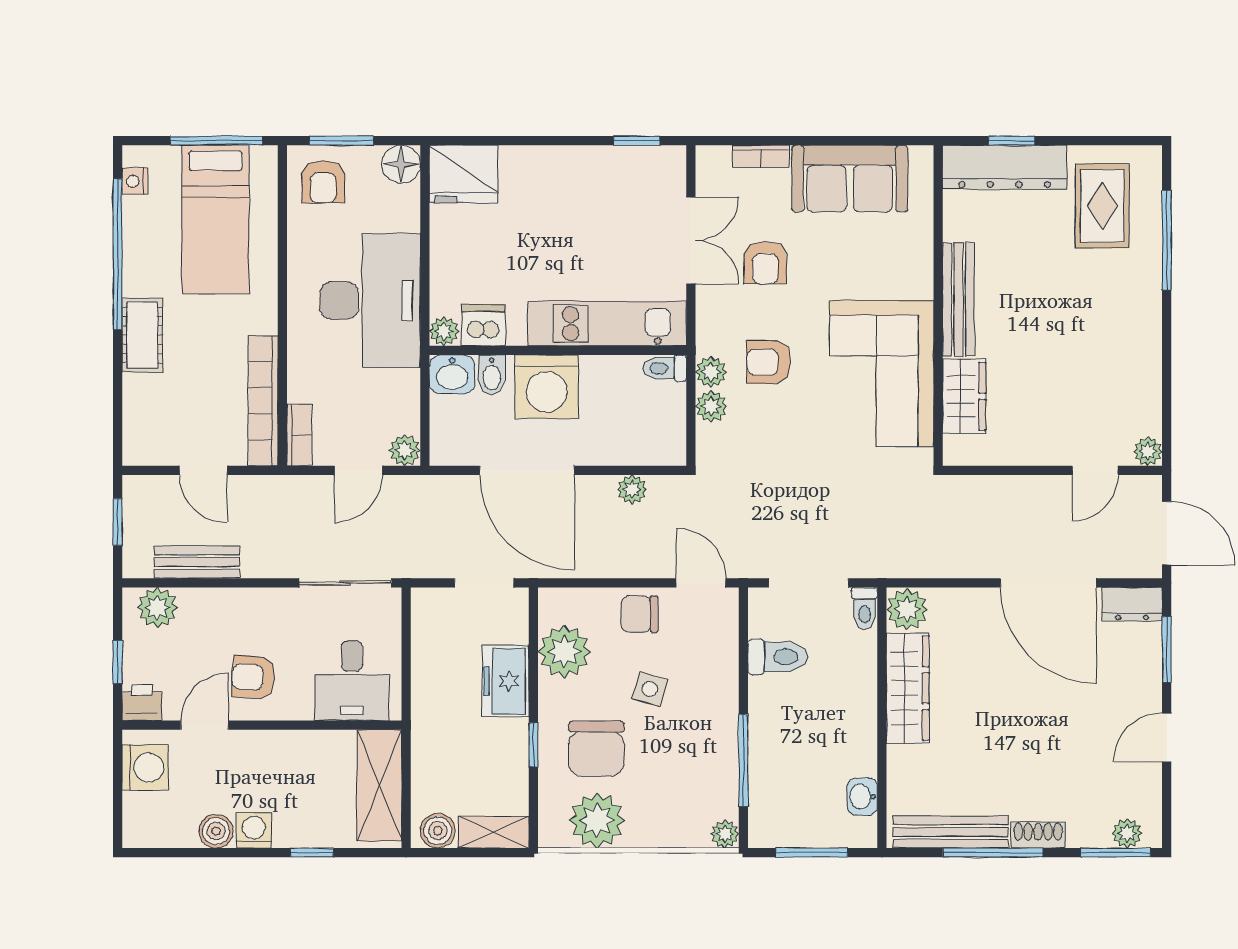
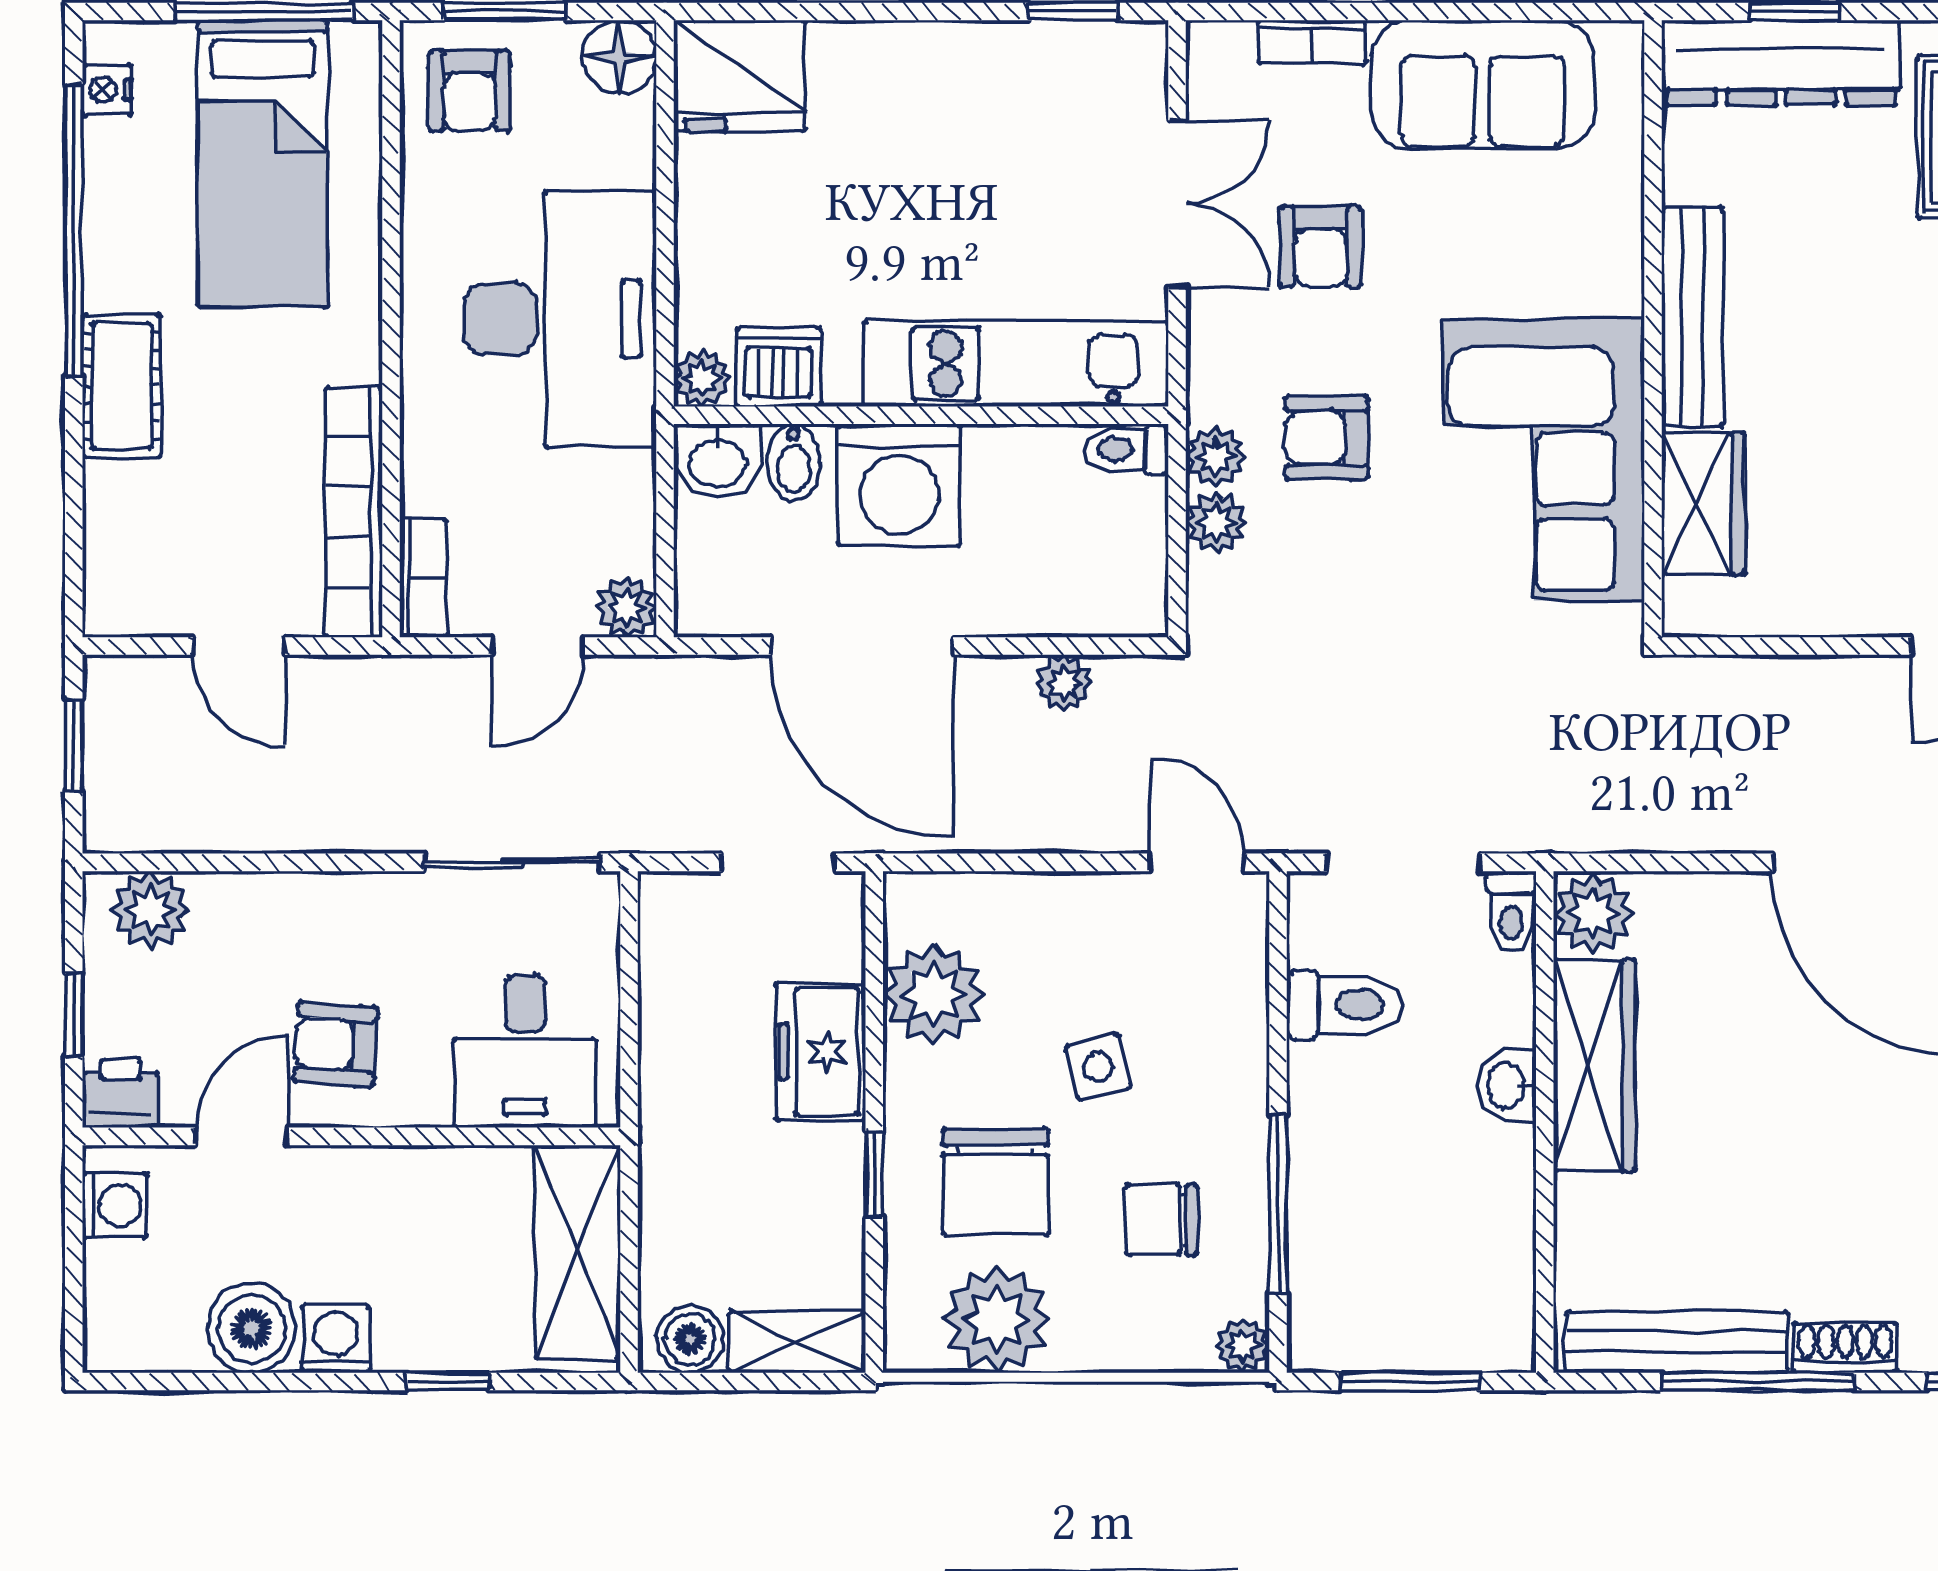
bench: (197, 562) -> (226, 822), removed
chair: (639, 614) -> (1162, 1220), moved
side table: (650, 689) -> (1098, 1067), turned -30
washing machine: (145, 767) -> (115, 1206), width x0.73, depth x0.73
washbasin: (862, 797) -> (1507, 1086), moved
boiler: (216, 831) -> (251, 1328), width x1.36, depth x1.36

